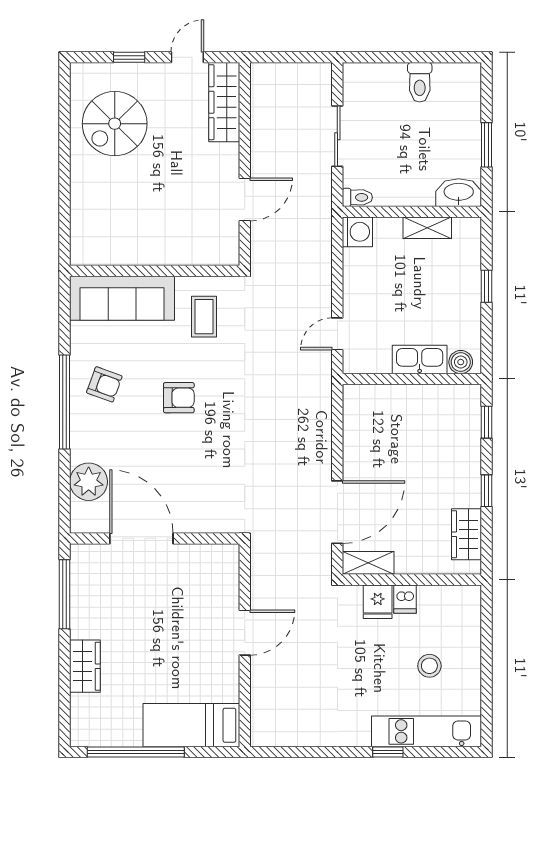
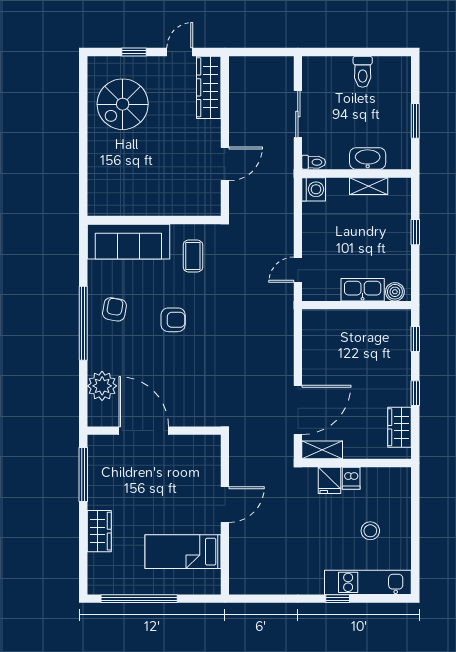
washbasin: (459, 193) -> (368, 158), moved
armchair: (104, 384) -> (114, 309), turned -100
bed: (191, 725) -> (183, 552), moved

